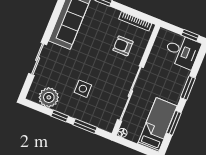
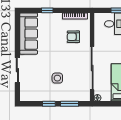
plant: (49, 97) -> (36, 94), removed

